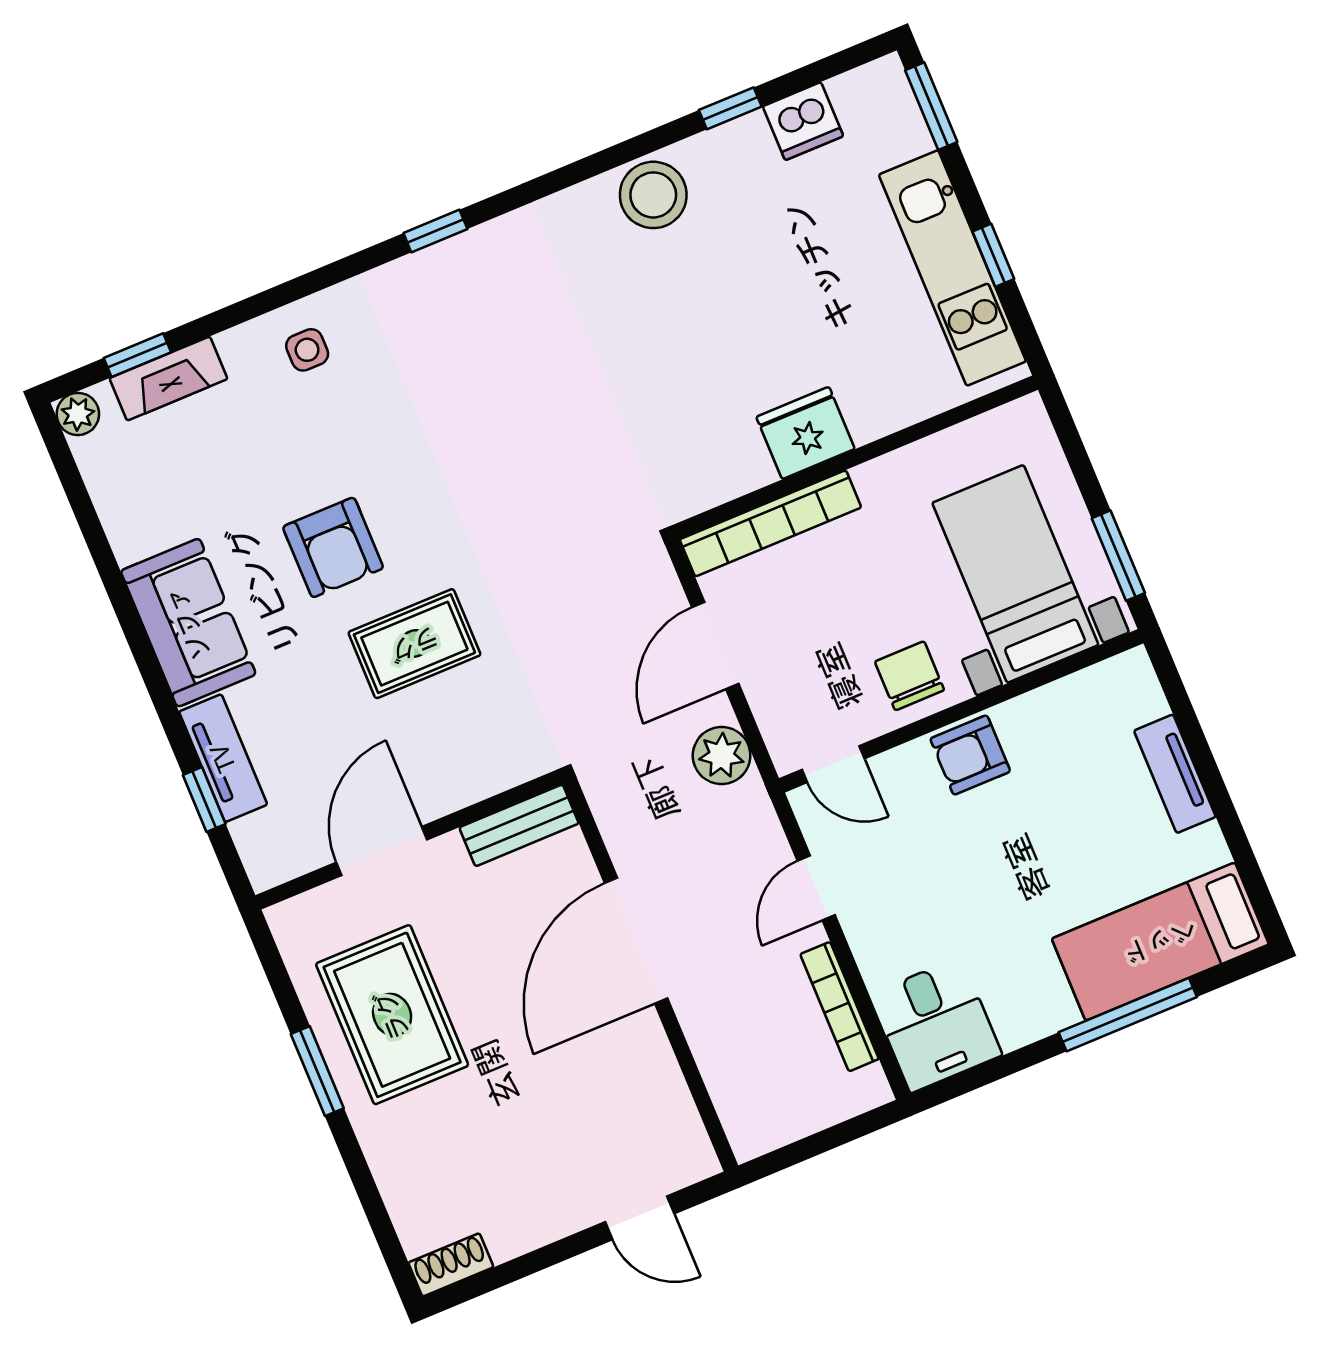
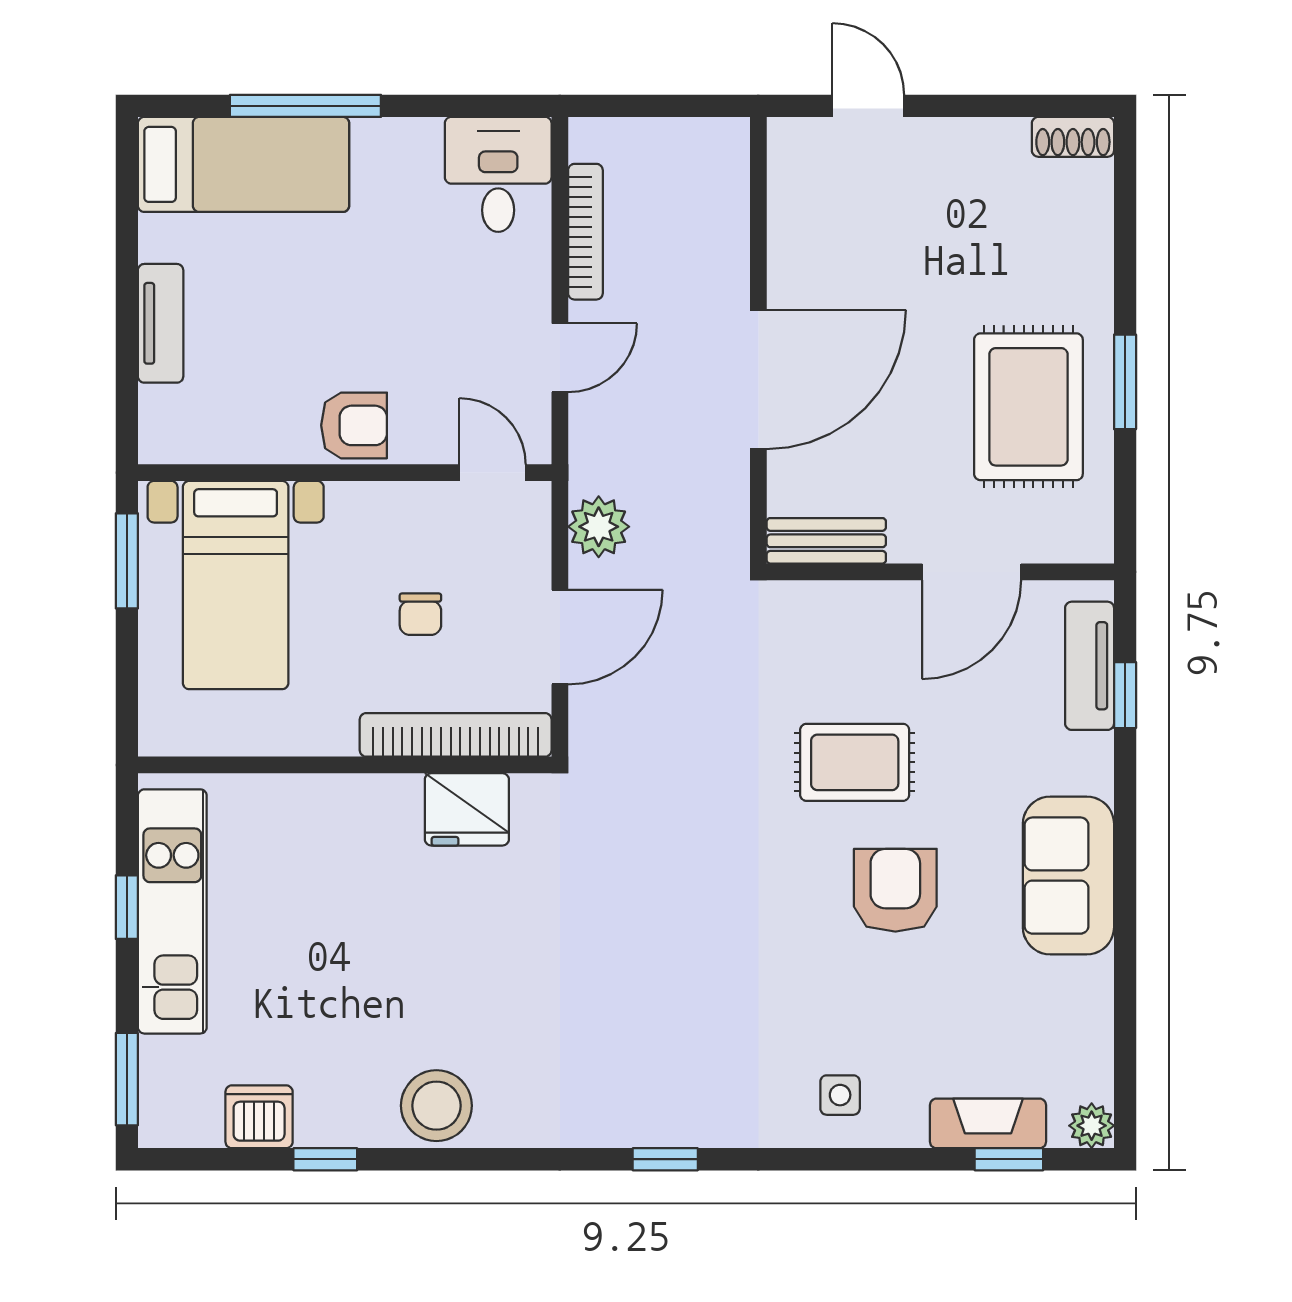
fridge: (806, 433) -> (467, 809), moved
chair: (910, 676) -> (420, 614), moved, width x0.73, depth x0.73
tv unit: (223, 758) -> (1090, 666), moved

